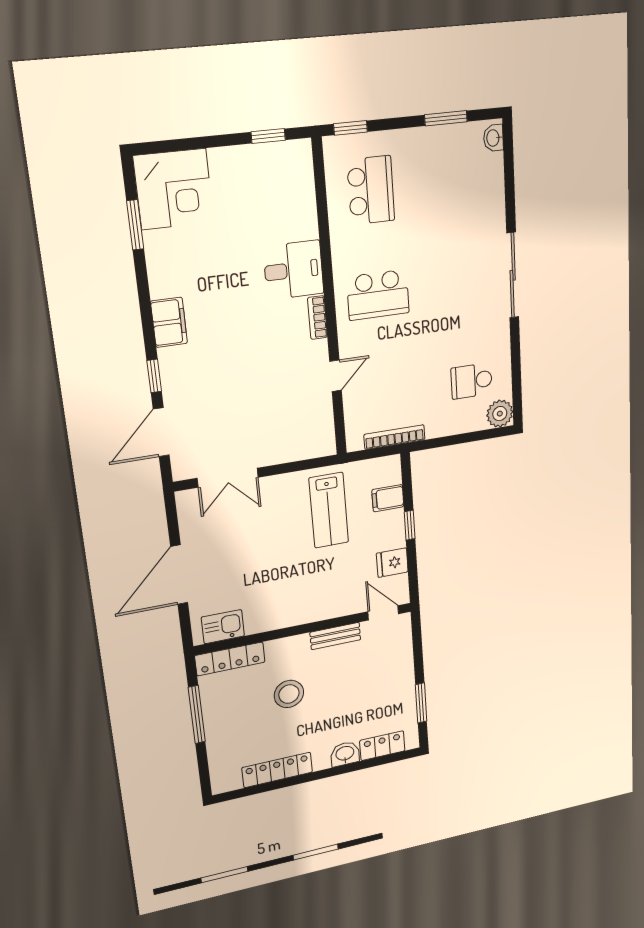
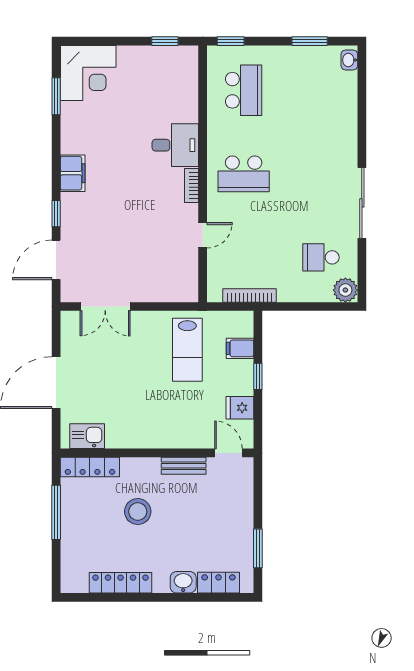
sliding door: (513, 275) -> (362, 203), moved

